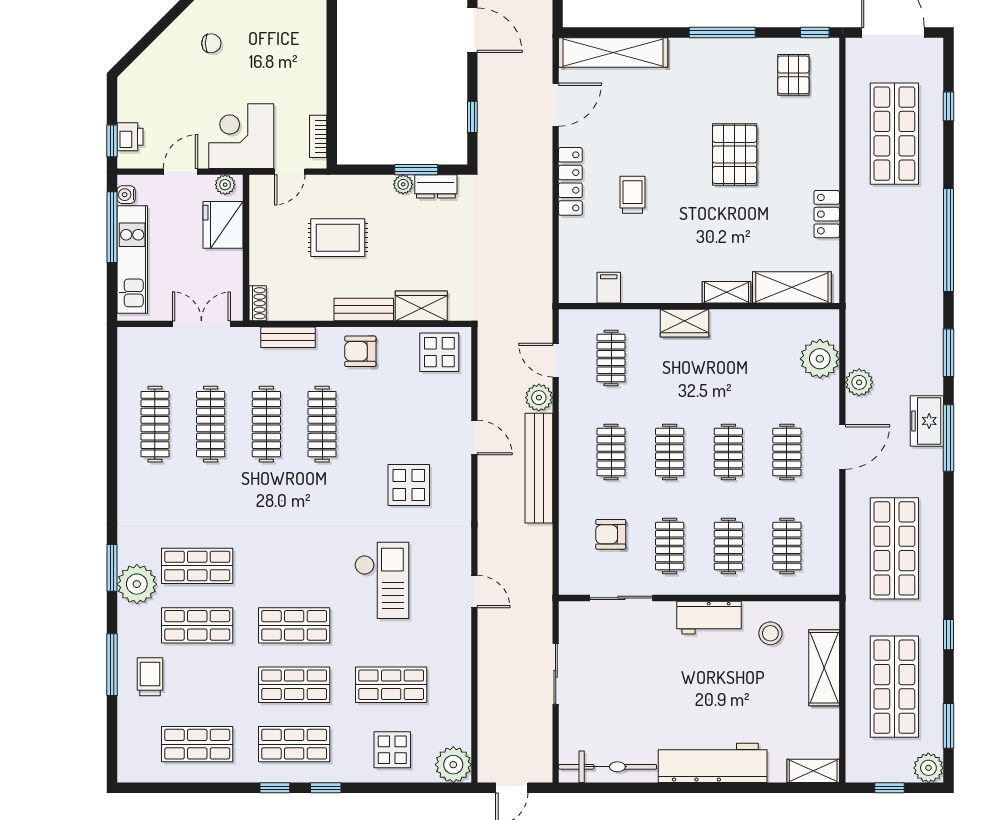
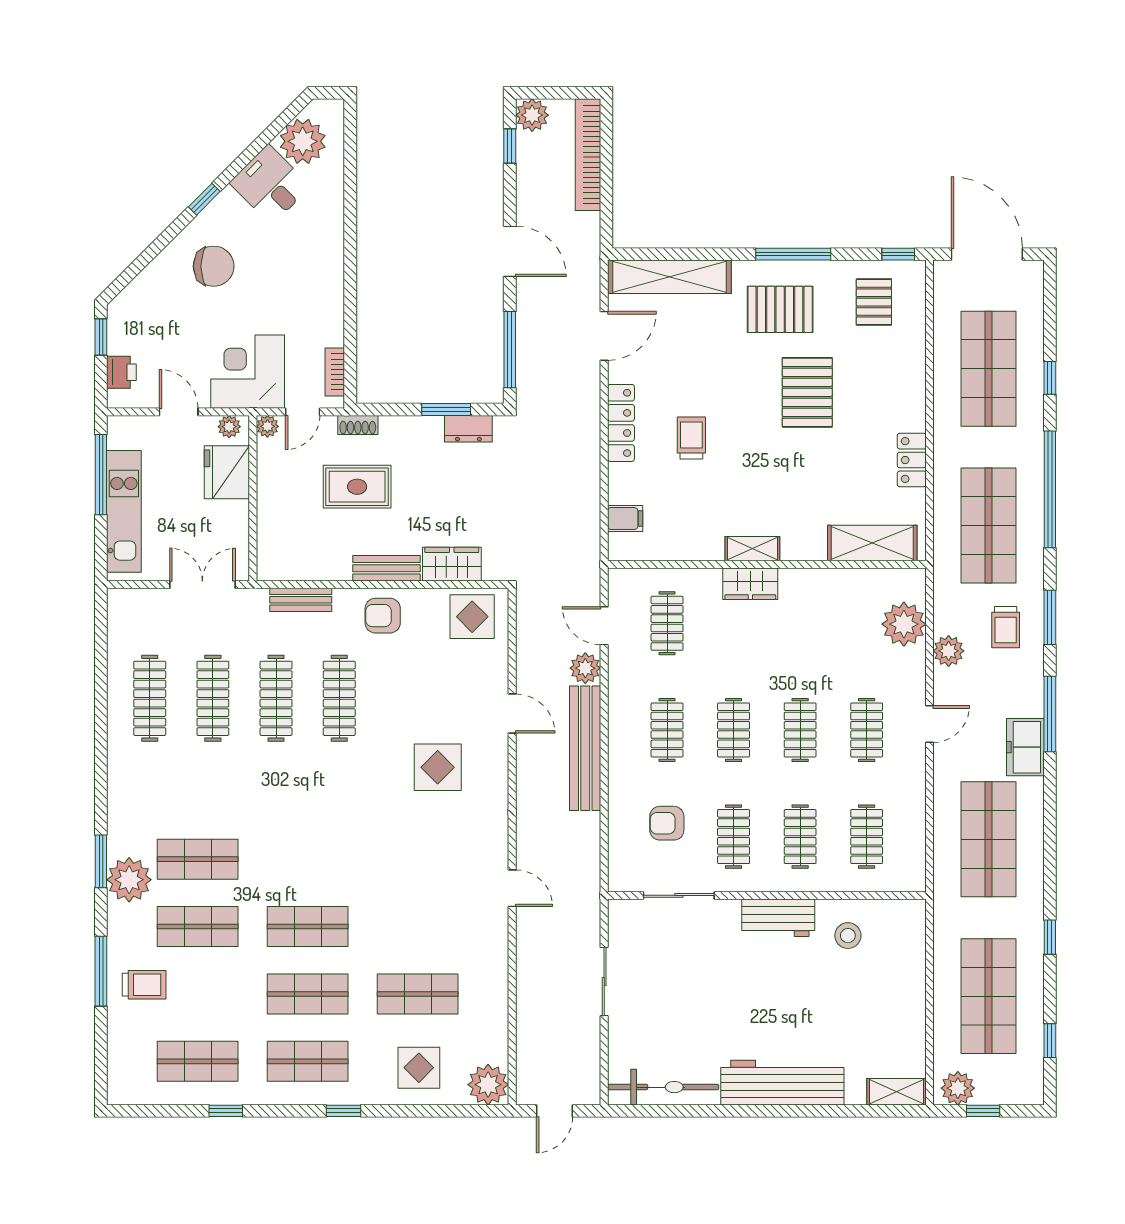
chair: (211, 43) -> (214, 266), width x1.87, depth x1.87
pallet: (711, 81) -> (780, 309), added
window: (948, 106) -> (1050, 378), moved
window: (472, 117) -> (510, 350), width x2.17
window: (112, 141) -> (101, 337), moved
door: (180, 172) -> (179, 412), hinge flipped
plant: (403, 184) -> (267, 426), moved
water cooler: (126, 195) -> (117, 438), removed
shop shelf: (894, 272) -> (989, 526), added
filing cabinet: (609, 288) -> (625, 519), moved, turned 90
shelving: (727, 292) -> (752, 549), moved
shoe rack: (258, 303) -> (358, 425), moved, turned 90
trolley: (909, 361) -> (1006, 627), added
freezer: (927, 421) -> (1025, 747), moved
door: (842, 447) -> (930, 724), width x0.73
checkout: (382, 580) -> (407, 875), removed
shelving: (824, 668) -> (909, 975), removed
trolley: (150, 677) -> (144, 985), turned 90
window: (948, 726) -> (1050, 1041), width x0.67
plant: (928, 768) -> (958, 1088), moved
window: (275, 788) -> (226, 1111), moved

